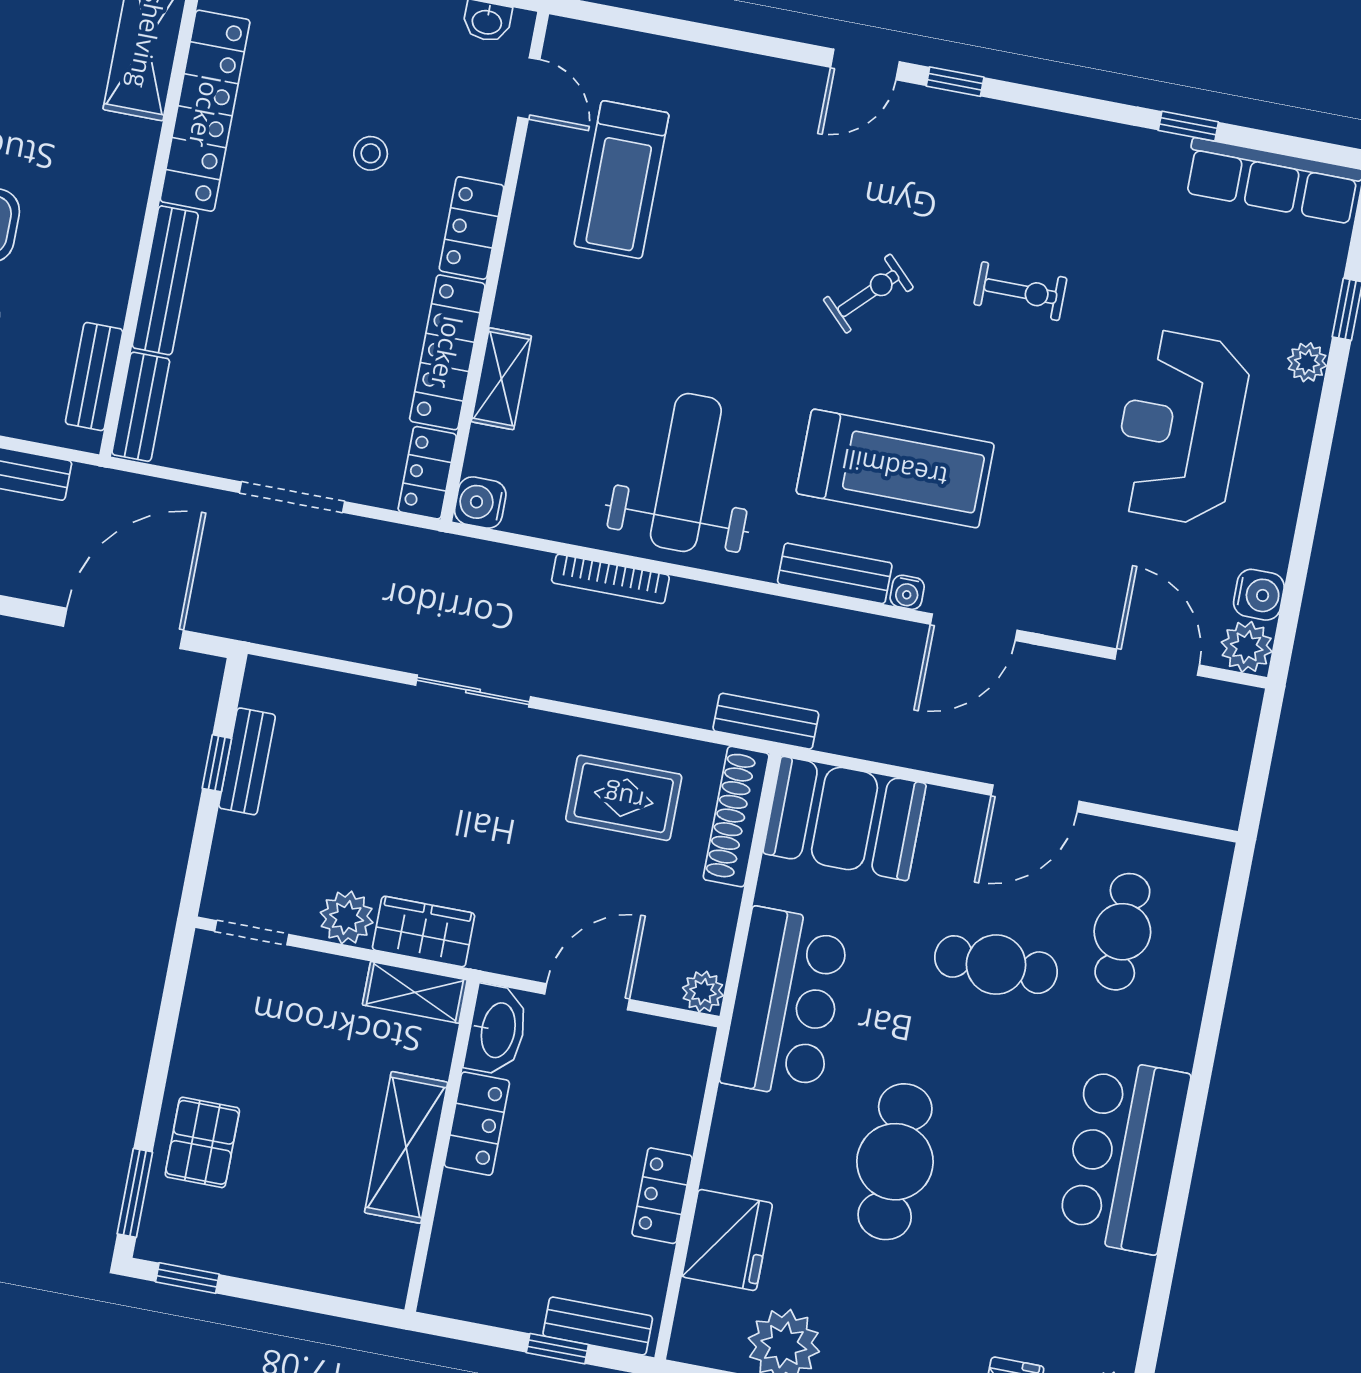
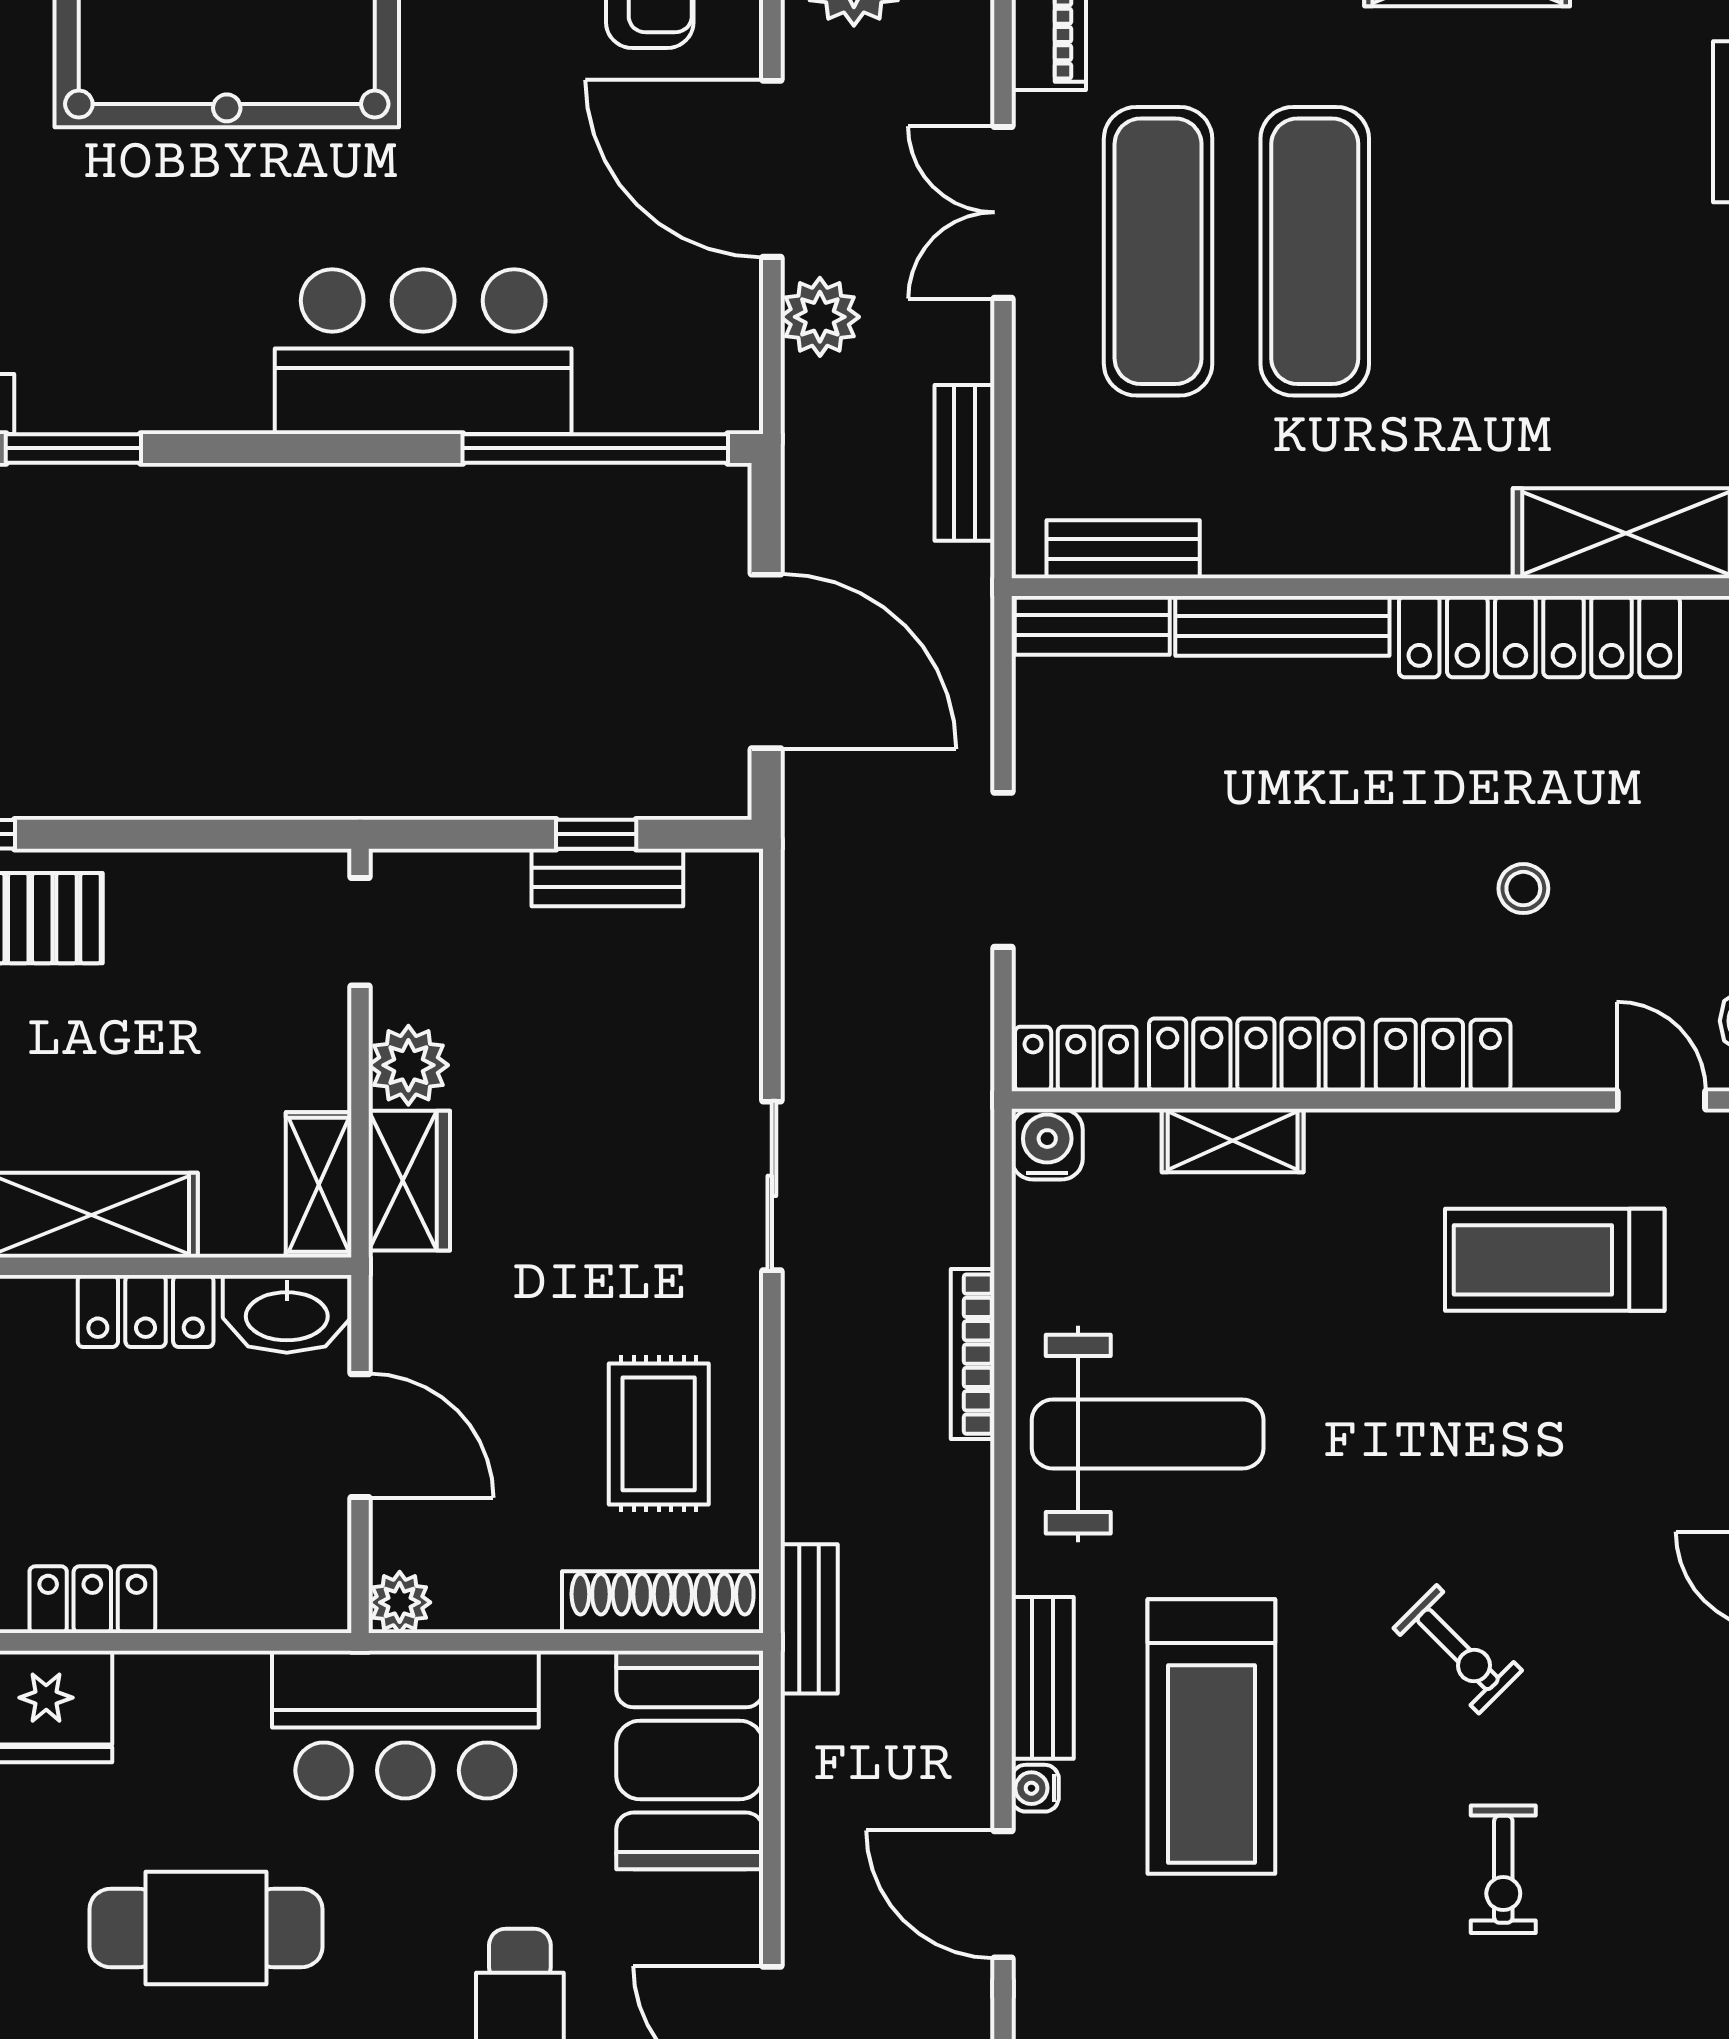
door: (529, 88) -> (1661, 1100), swing flipped

